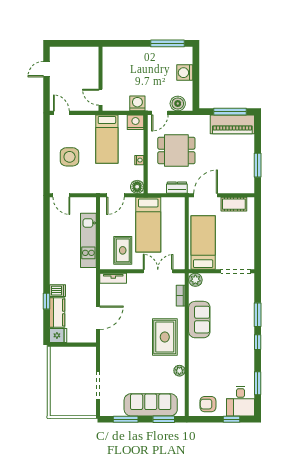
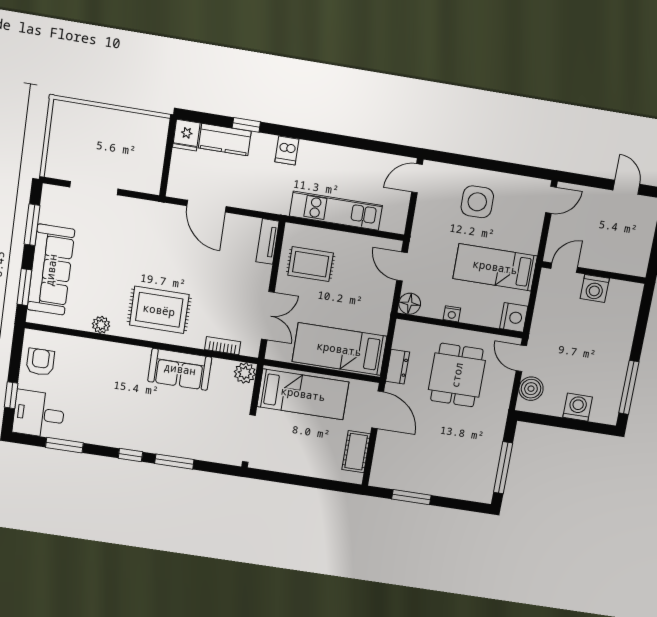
washing machine: (137, 103) -> (595, 288), moved, turned 90
piano: (232, 124) -> (482, 468), removed
bed: (148, 225) -> (339, 349), moved
dishwasher: (58, 291) -> (287, 150), moved

